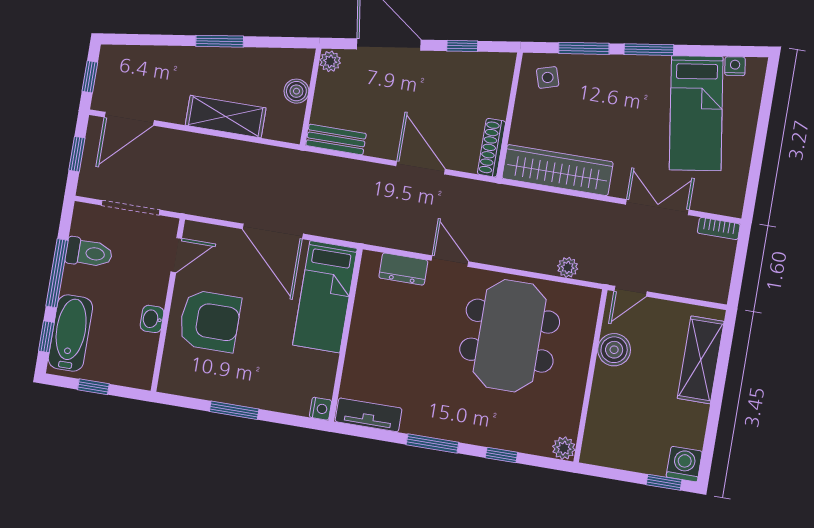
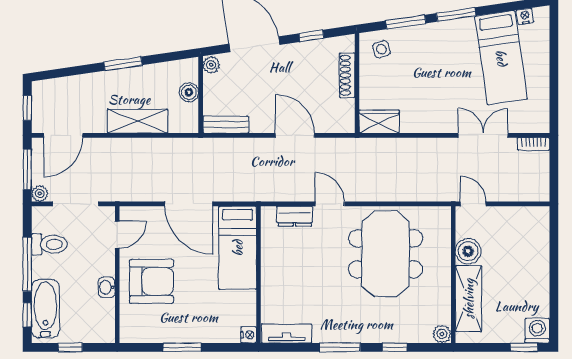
shoe rack: (492, 148) -> (347, 75), moved
window: (77, 154) -> (27, 169), width x1.50
wardrobe: (558, 170) -> (379, 122), width x0.48, depth x0.85
plant: (568, 267) -> (40, 194), moved
door: (631, 291) -> (473, 204), swing flipped
shelving: (701, 360) -> (469, 299), moved

